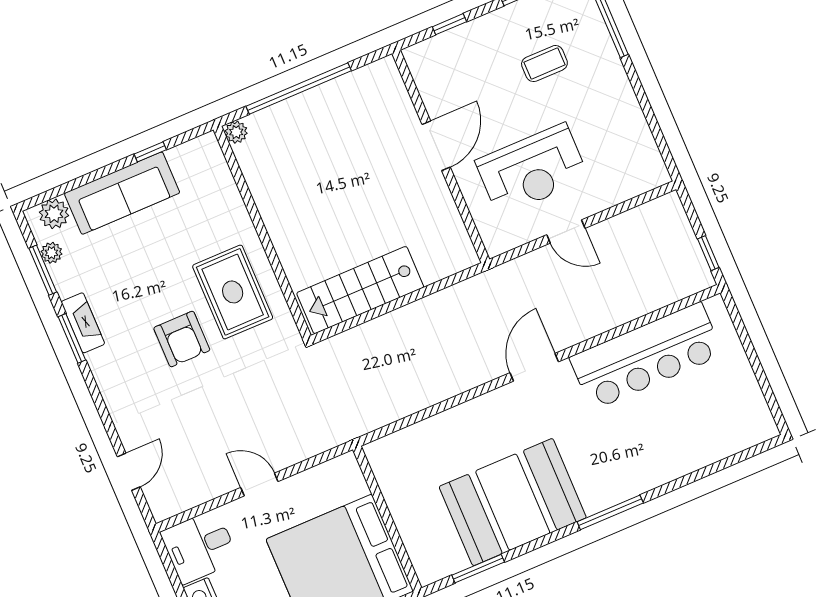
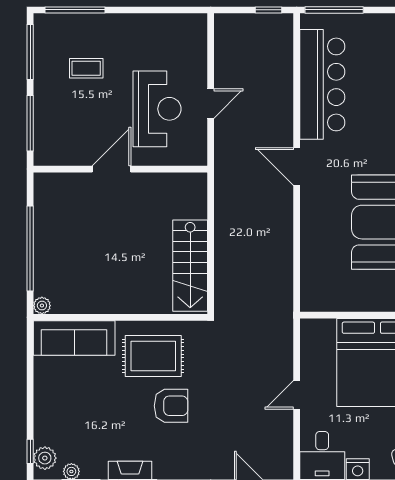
window: (449, 24) -> (30, 123), width x2.17
coffee table: (544, 64) -> (86, 68), turned 90
door: (436, 146) -> (112, 169), hinge flipped
window: (150, 152) -> (30, 451), moved
sofa: (122, 193) -> (74, 338), moved, turned 90
window: (742, 332) -> (334, 10), added

